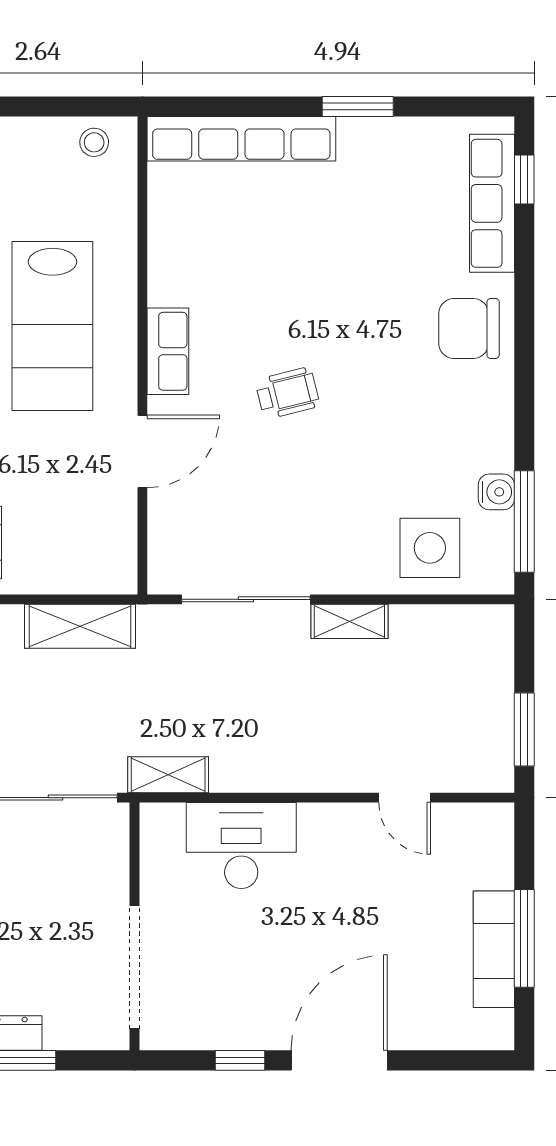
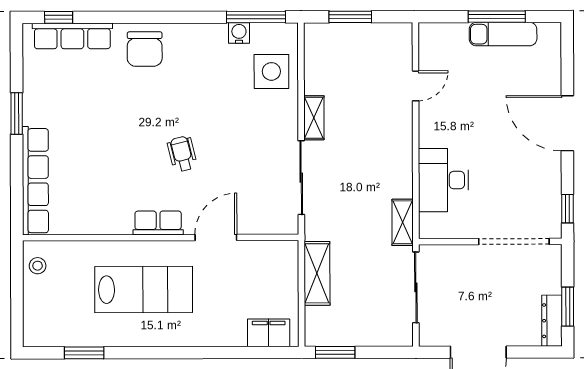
door: (142, 451) -> (216, 237), hinge flipped
window: (524, 730) -> (350, 17), moved
window: (240, 1060) -> (568, 209), moved

